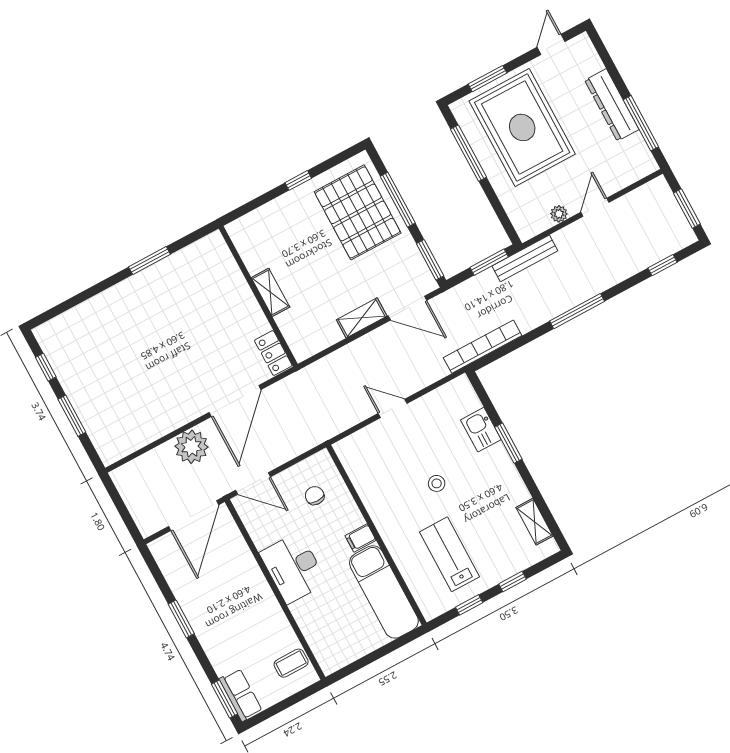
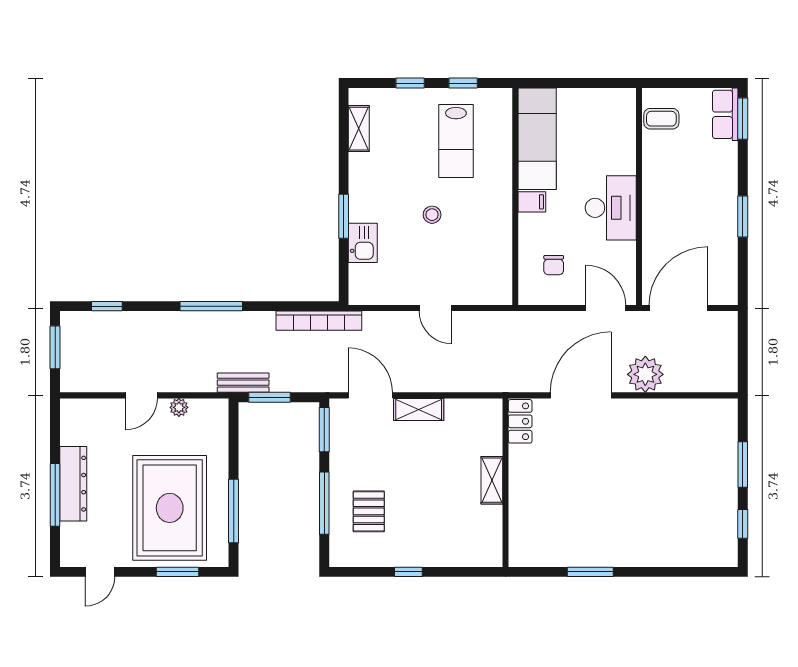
window: (641, 123) -> (55, 495), moved
pallet: (358, 212) -> (369, 511), width x0.49, depth x0.50
bench: (525, 258) -> (243, 383), width x0.73

